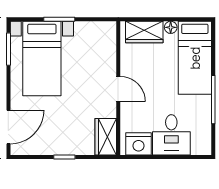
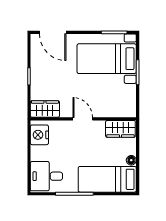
wardrobe: (144, 32) -> (120, 129), moved, turned -90
door: (118, 89) -> (83, 119), swing flipped
desk: (171, 135) -> (46, 176), moved

